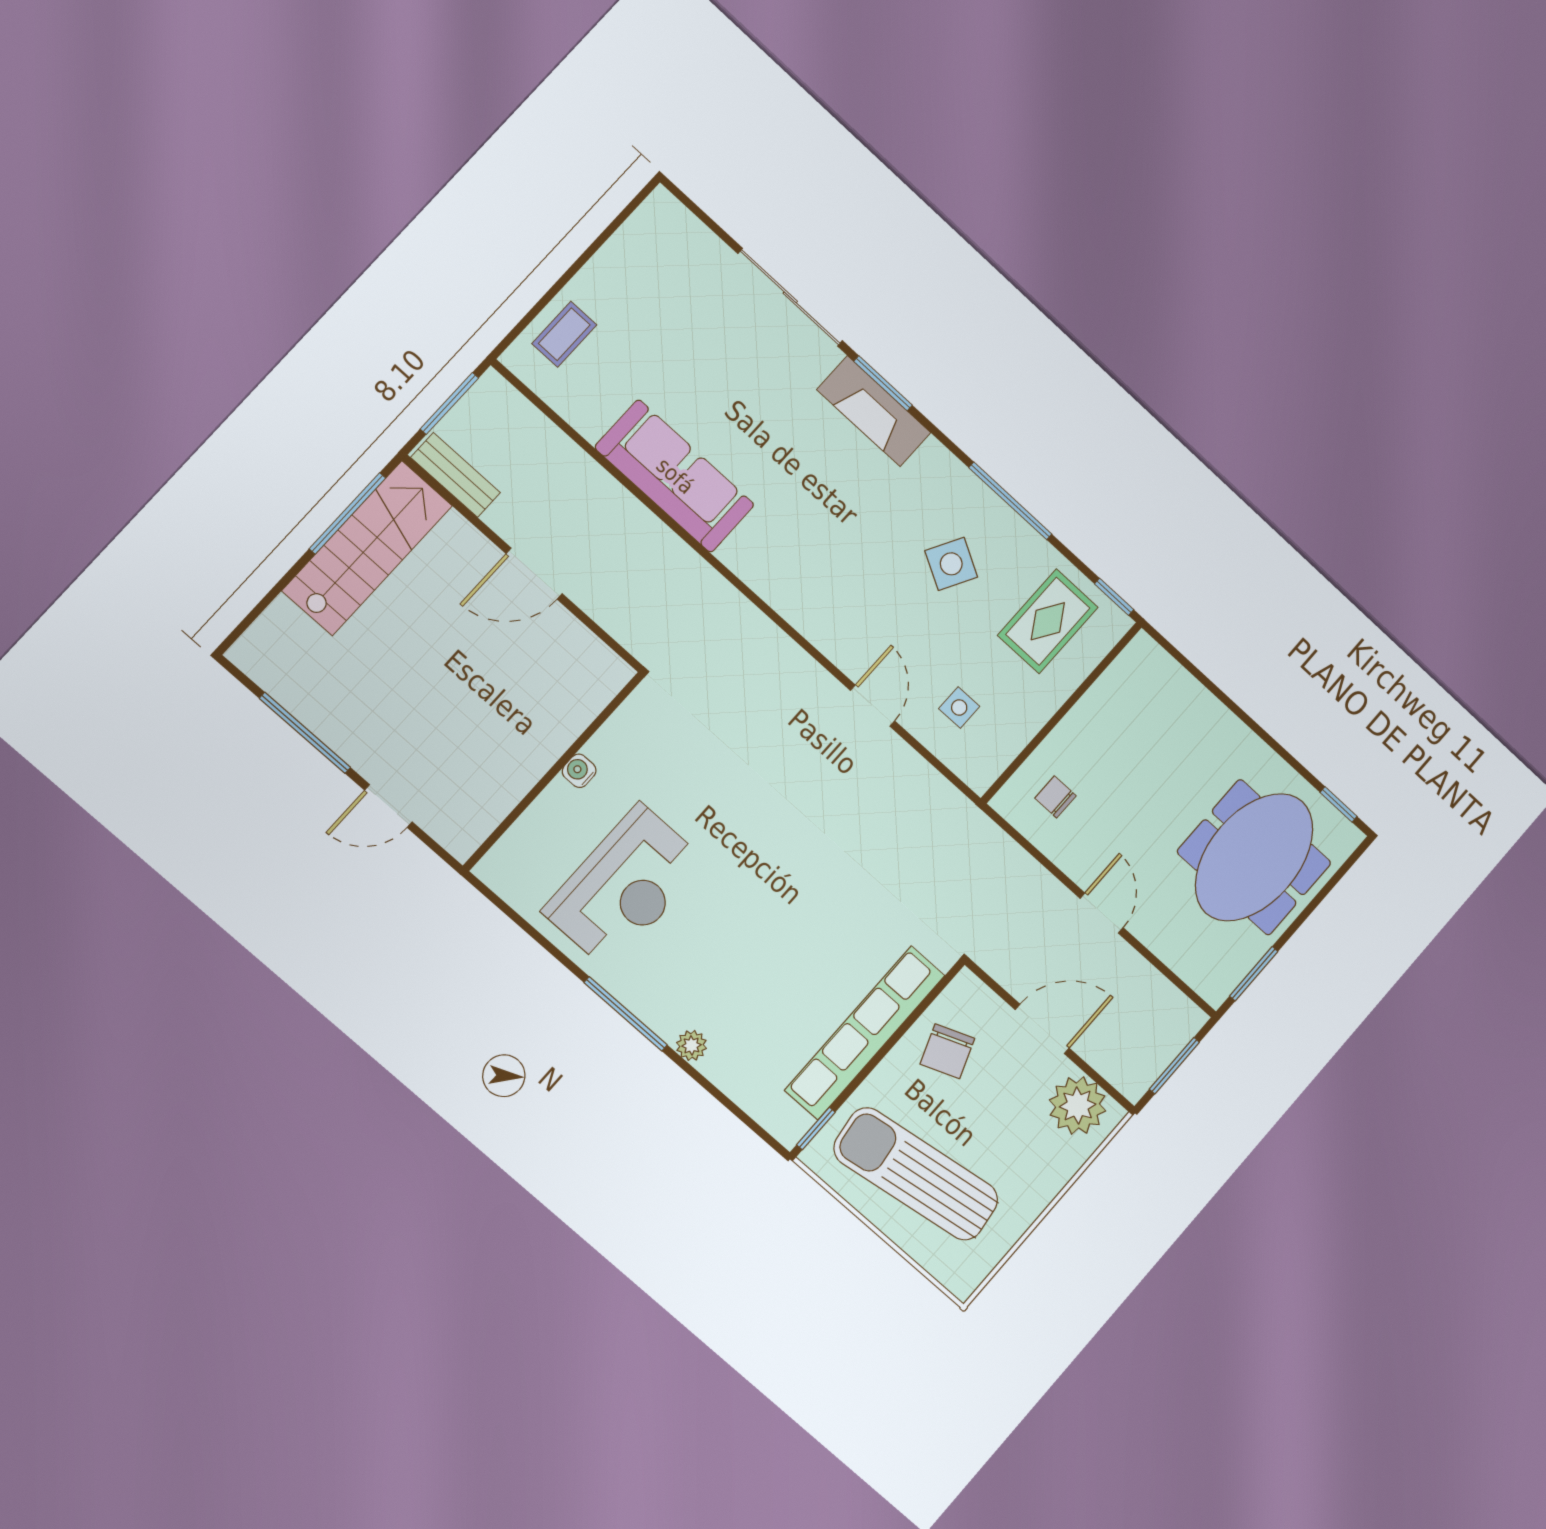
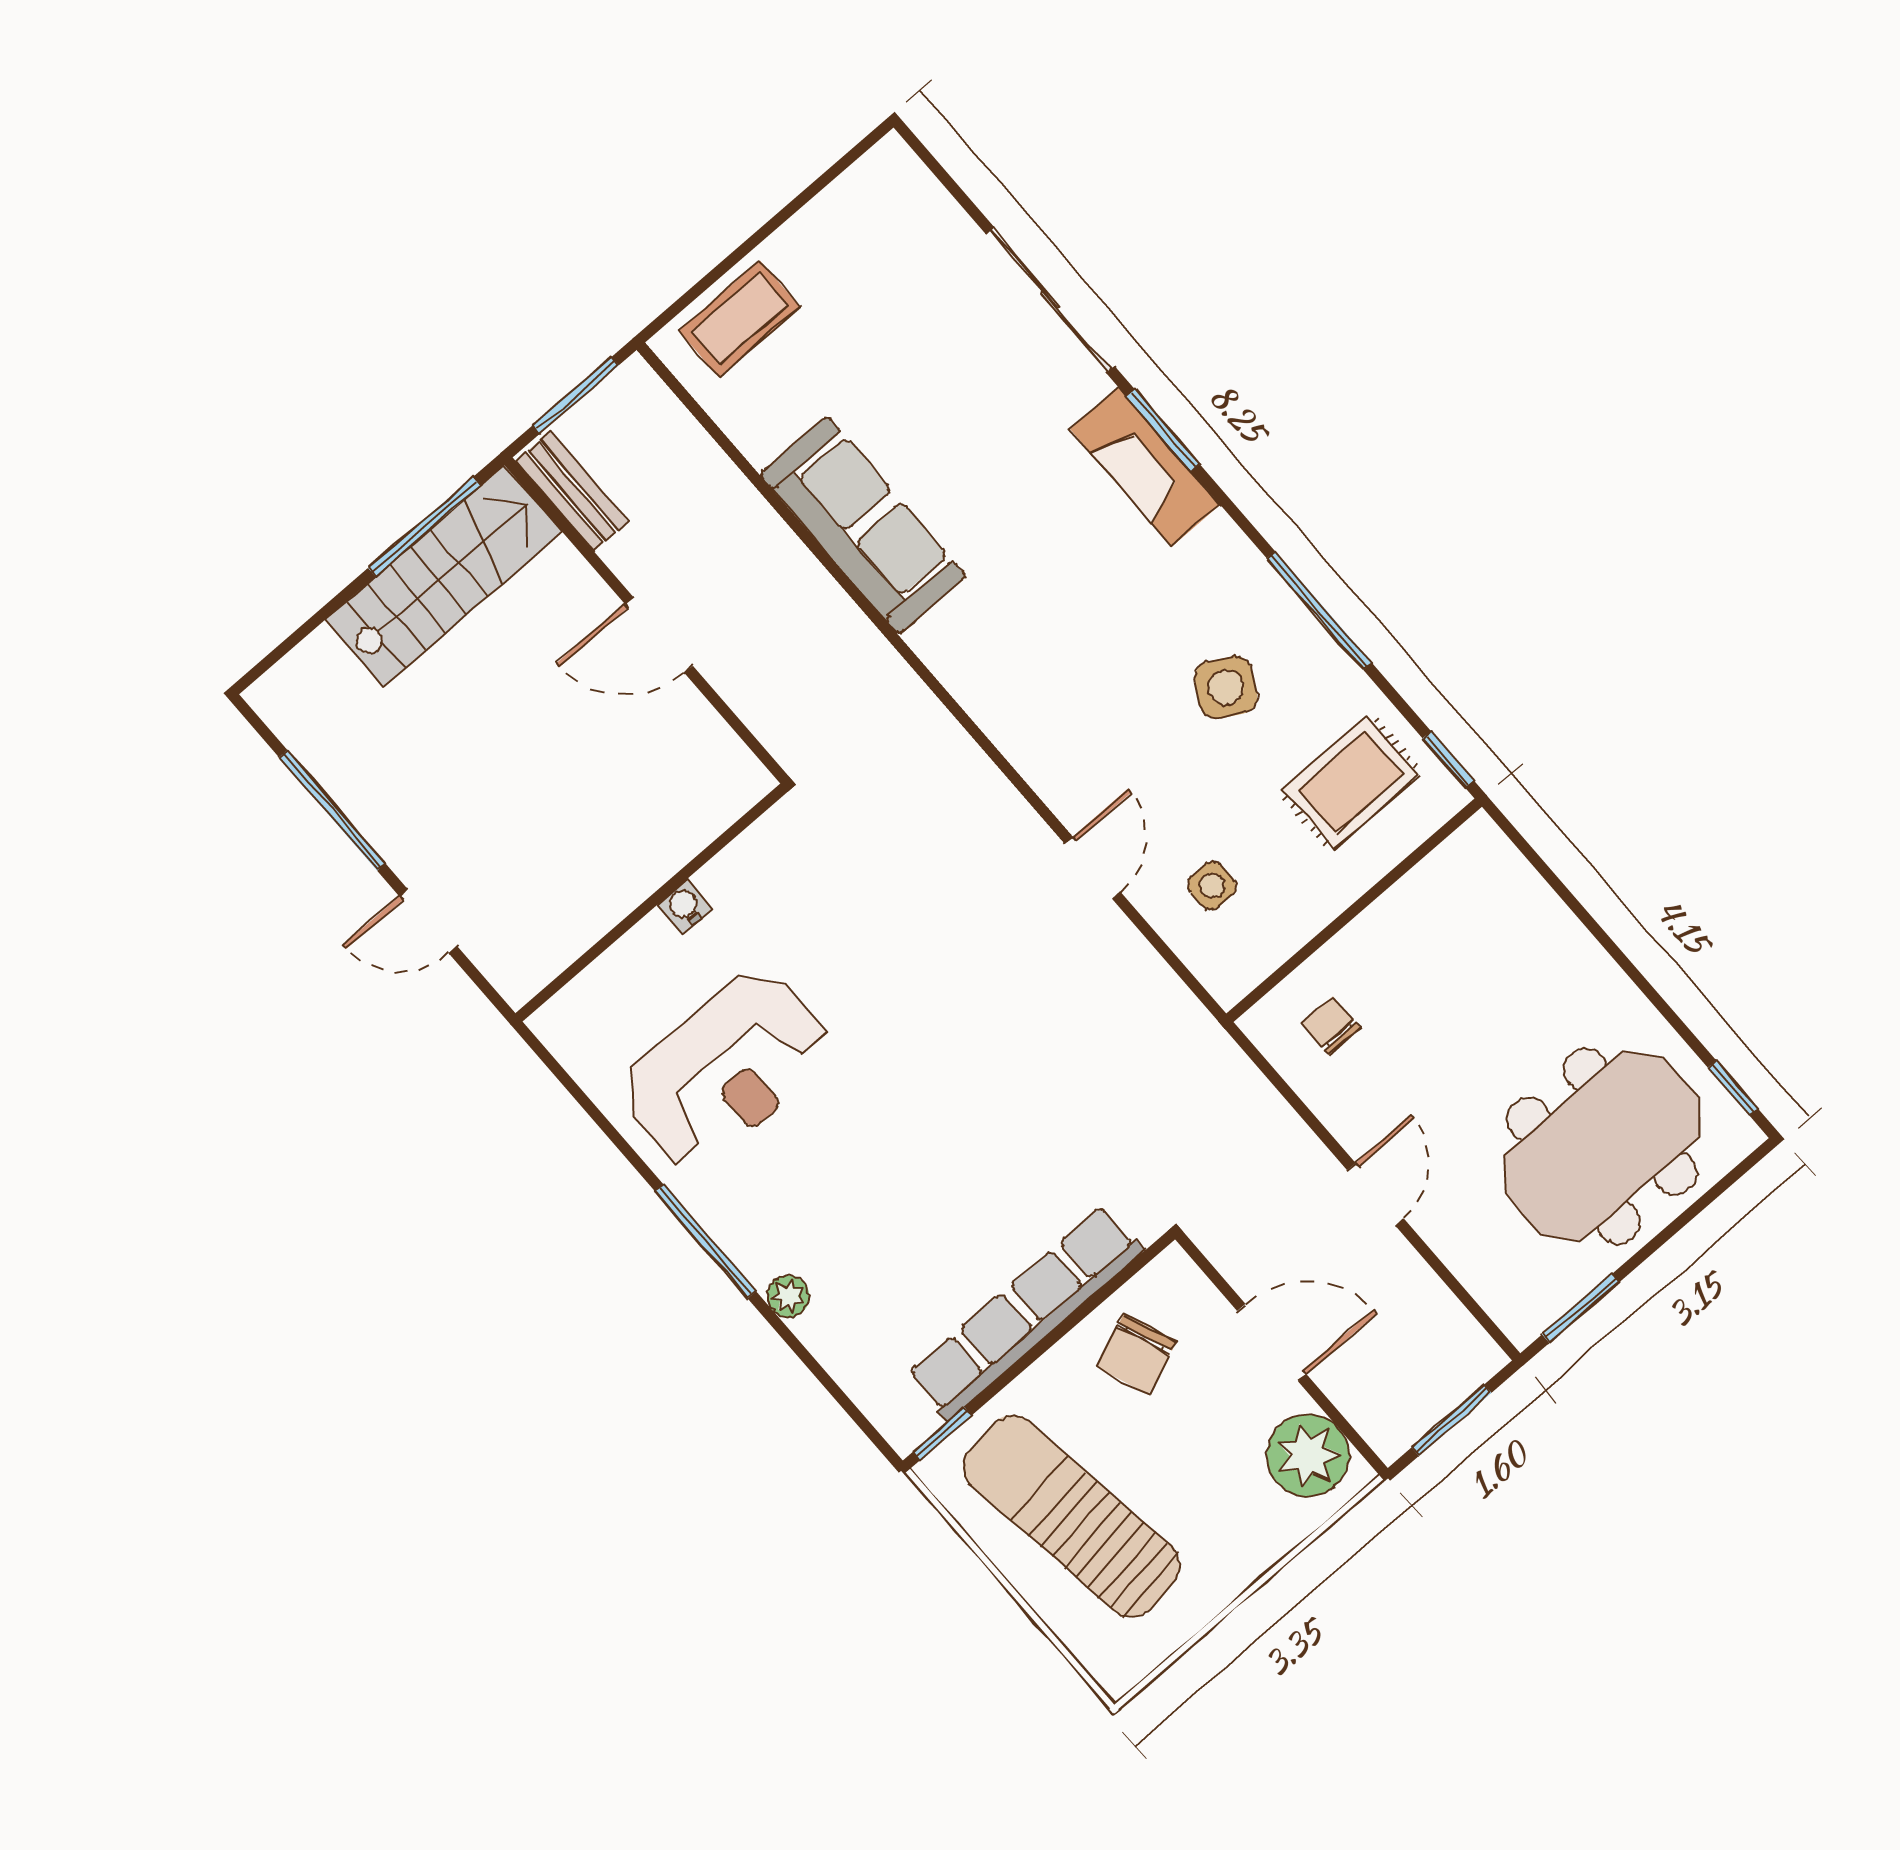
coffee table: (564, 334) -> (739, 319), width x1.36, depth x1.30

